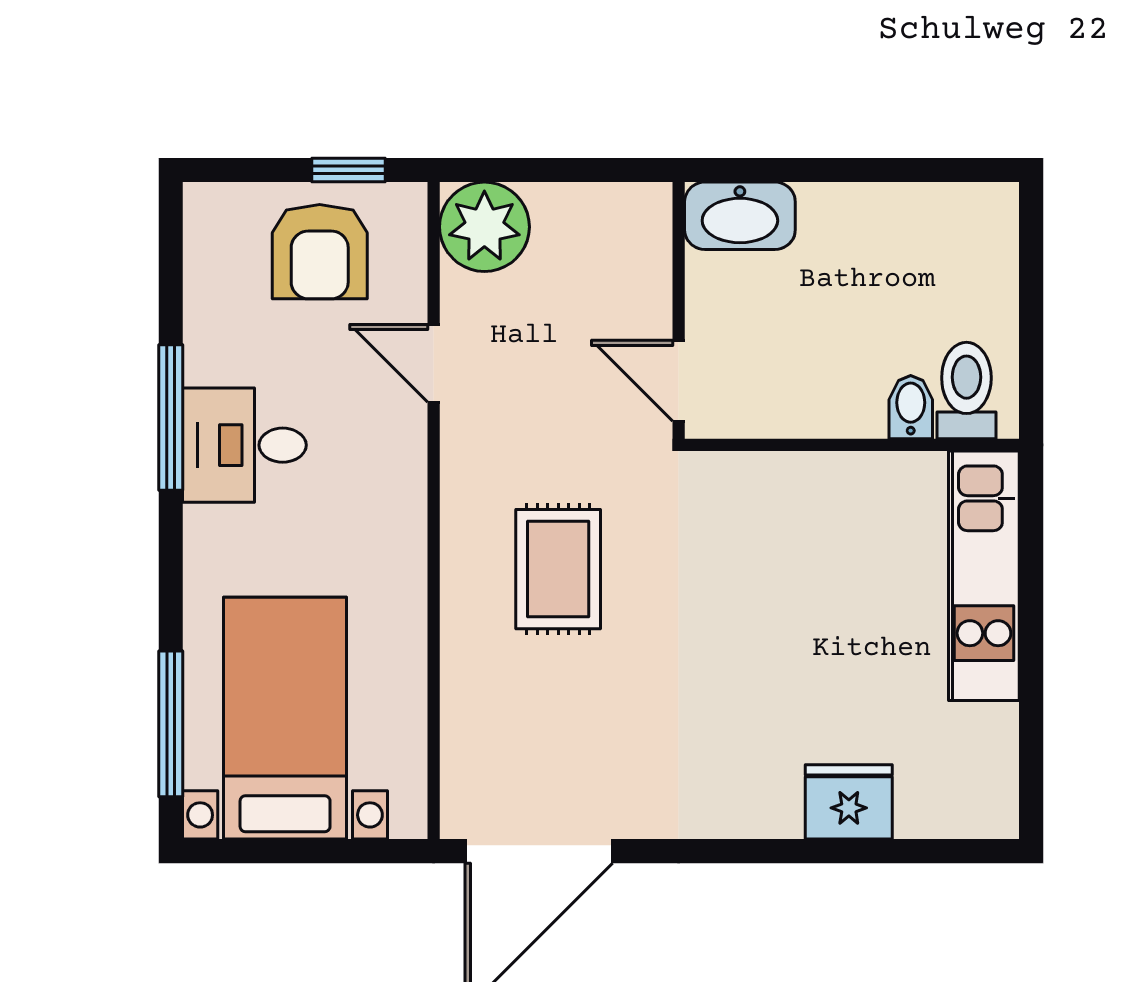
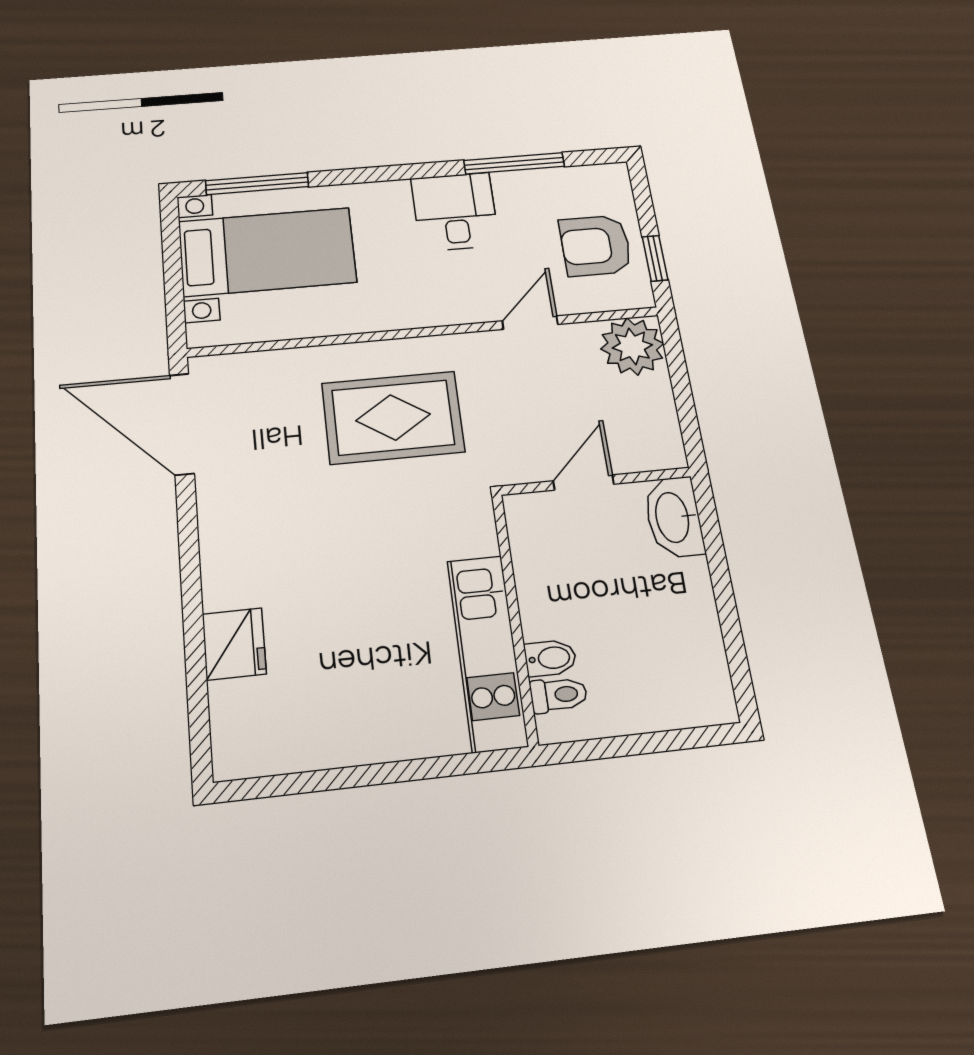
door: (679, 381) -> (584, 483), moved
toilet: (966, 391) -> (559, 695), width x0.73, depth x0.72
window: (171, 418) -> (514, 163), moved
rug: (558, 569) -> (393, 417), width x1.36, depth x1.43
kitchen unit: (984, 576) -> (487, 652), moved, turned -90

